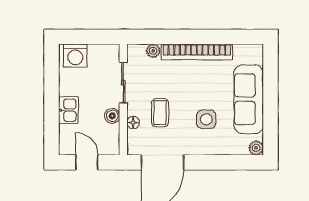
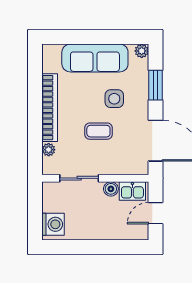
kitchen sink: (68, 110) -> (132, 191), moved, turned 180
coffee table: (160, 113) -> (98, 131), moved
floor lamp: (133, 123) -> (117, 169), removed
window: (220, 162) -> (155, 85), added

